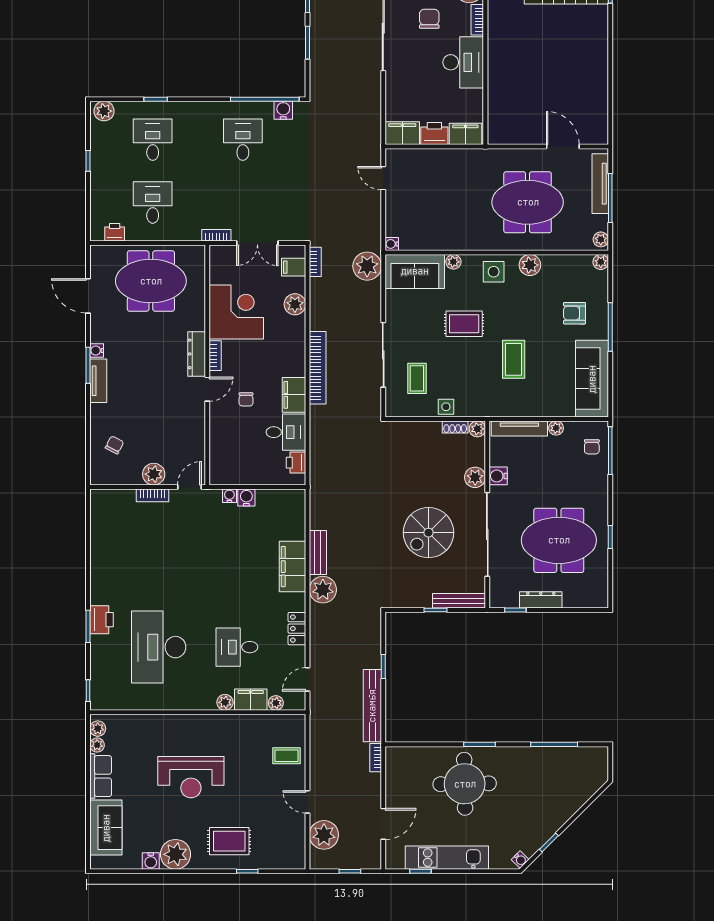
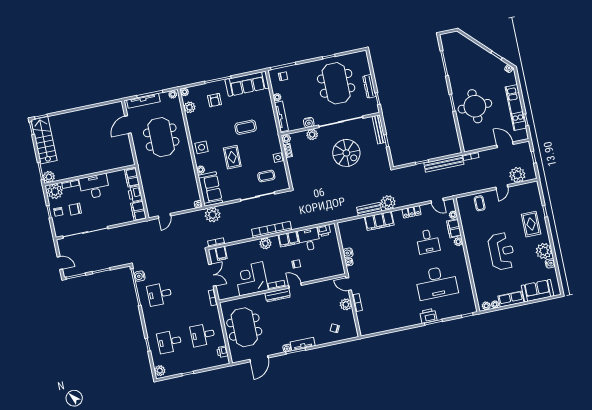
plant: (530, 265) -> (190, 107), moved
plant: (295, 304) -> (265, 243), moved

